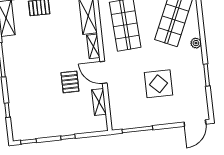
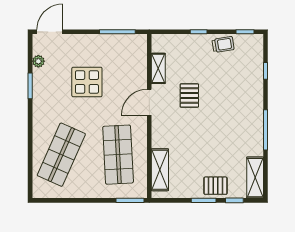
plant: (196, 43) -> (38, 61), moved
shelving: (93, 46) -> (158, 134), removed
door: (103, 72) -> (149, 102), swing flipped
trolley: (46, 129) -> (223, 44), added

